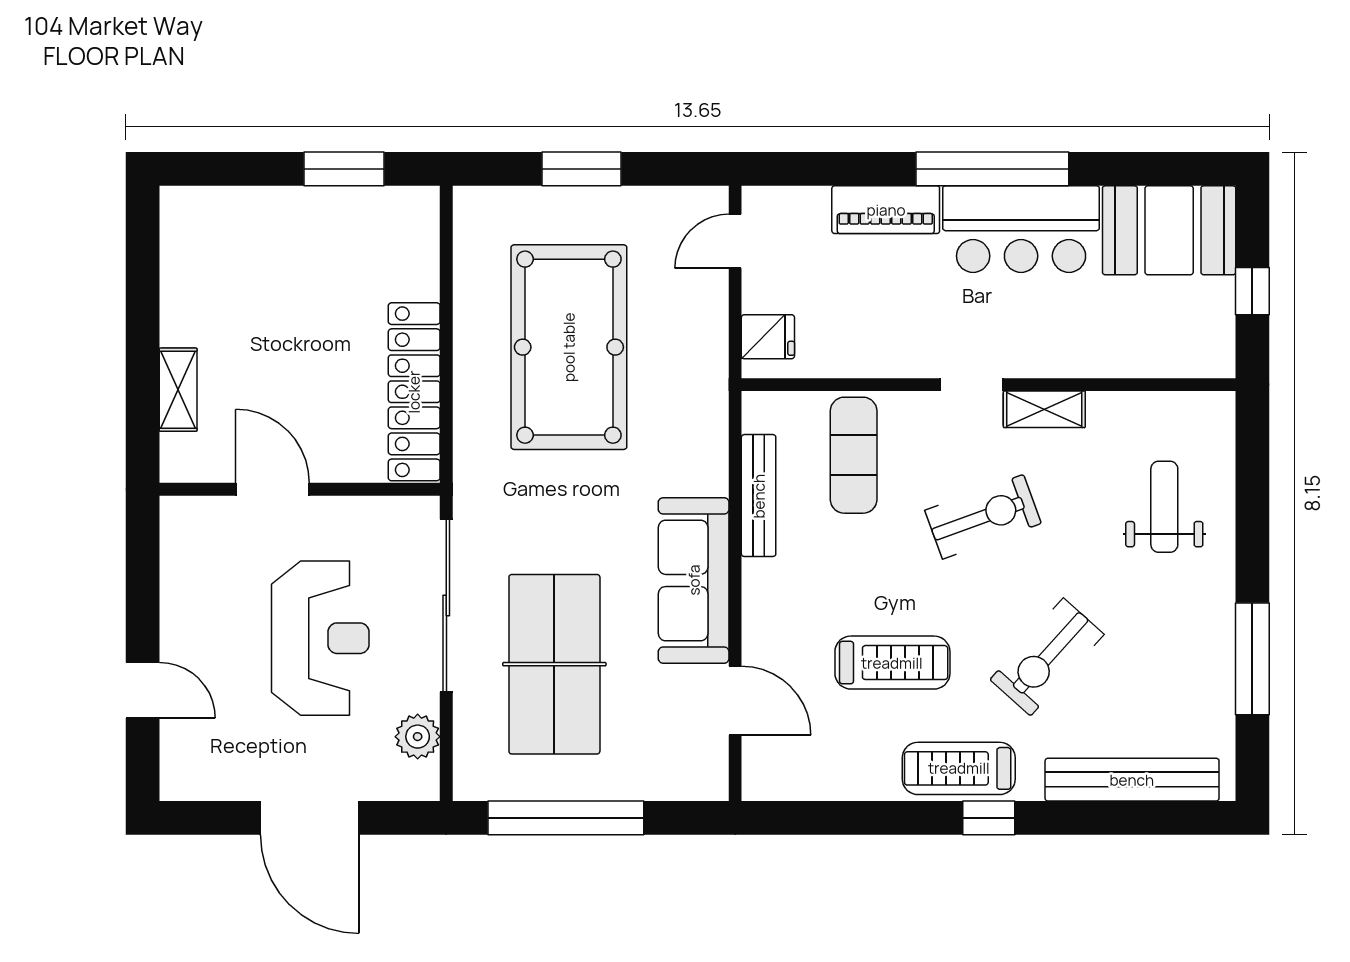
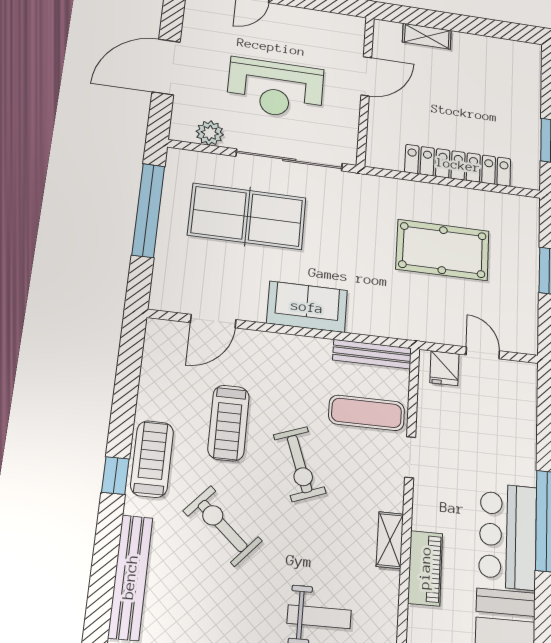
piano: (886, 210) -> (425, 568), moved, turned 180
door: (735, 241) -> (483, 353), moved
pool table: (569, 347) -> (443, 250), width x0.73, depth x0.76
doorway: (972, 385) -> (410, 457), moved
locker: (414, 392) -> (458, 165), moved
bench: (759, 496) -> (372, 354), moved
exercise bike: (983, 517) -> (300, 464), moved
sofa: (694, 580) -> (307, 307), width x0.73

